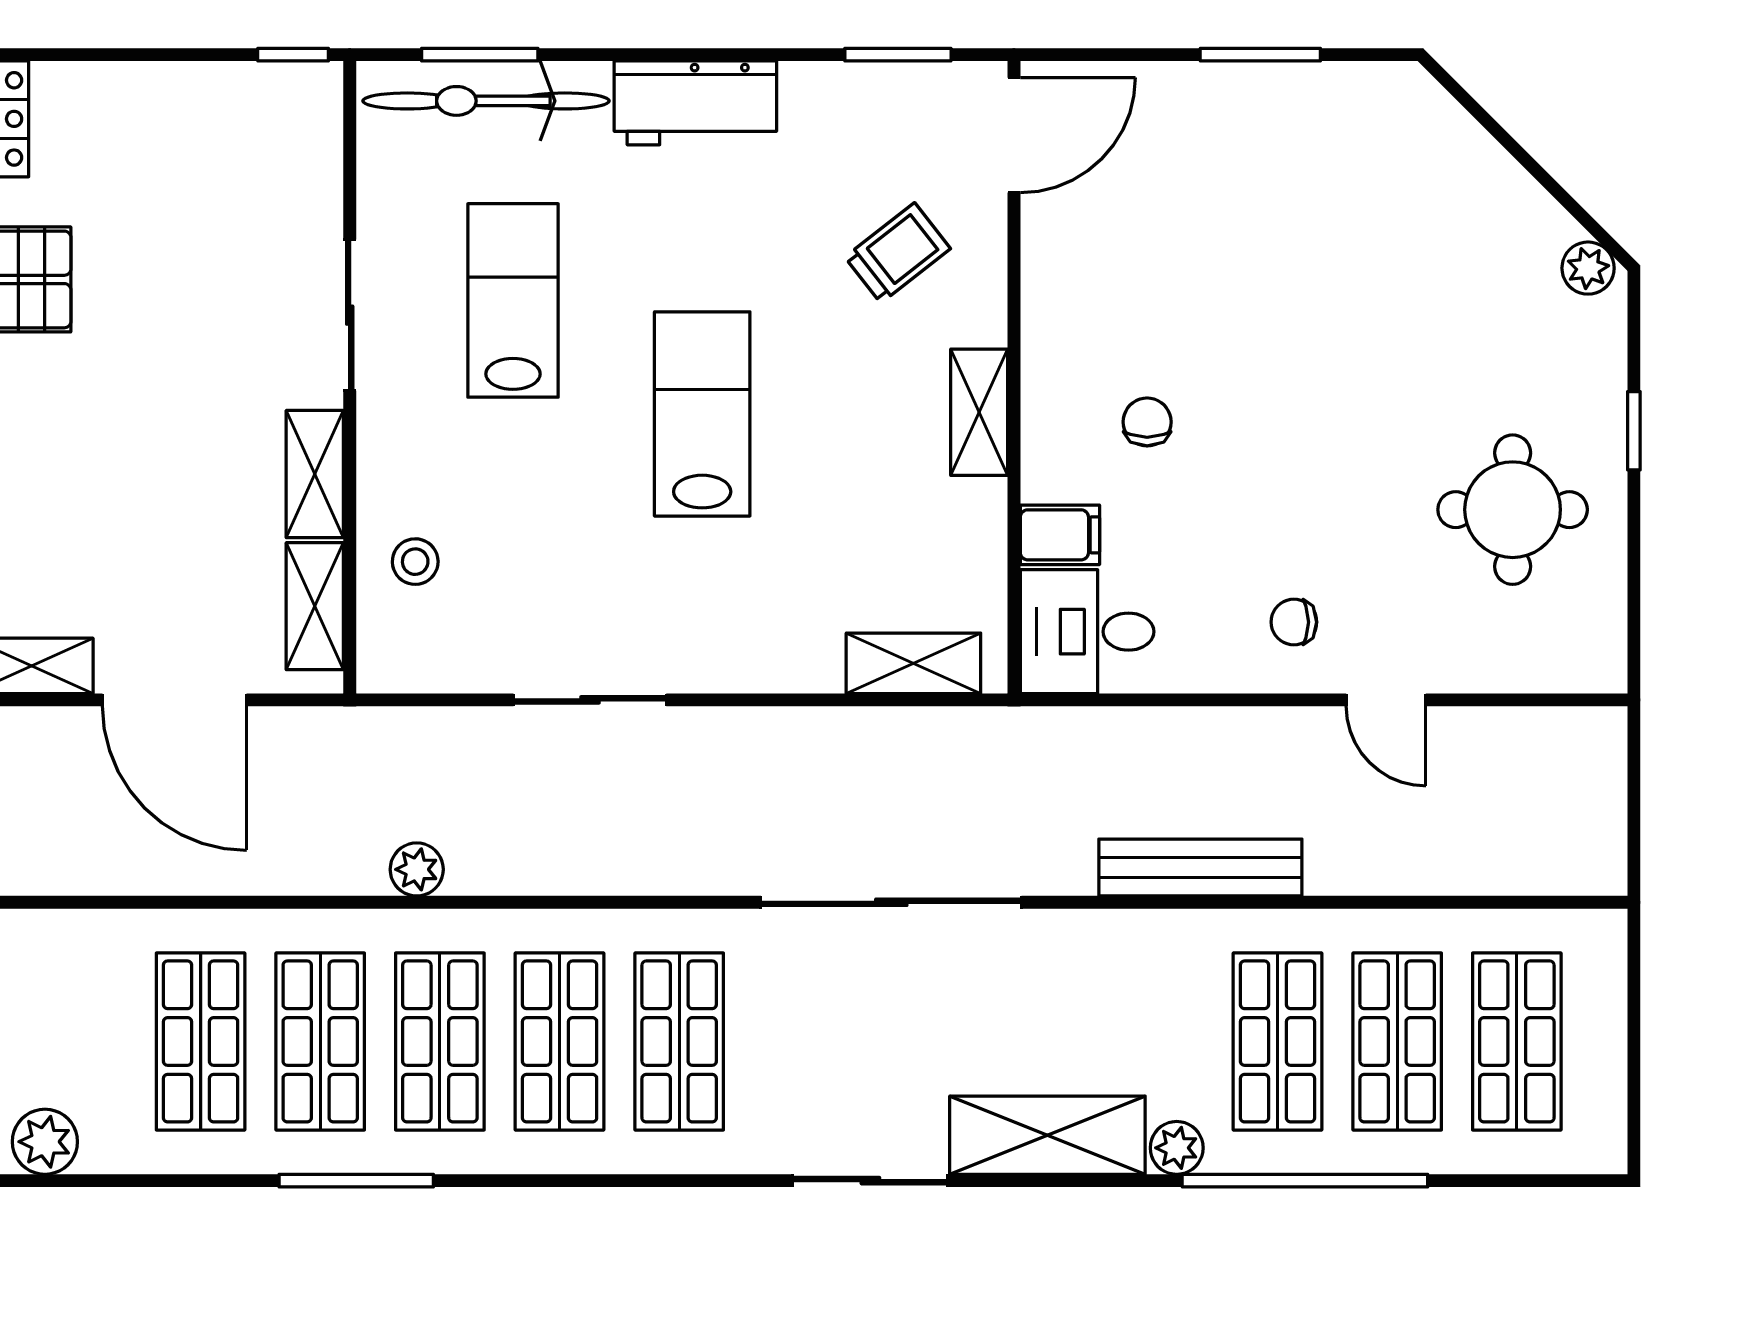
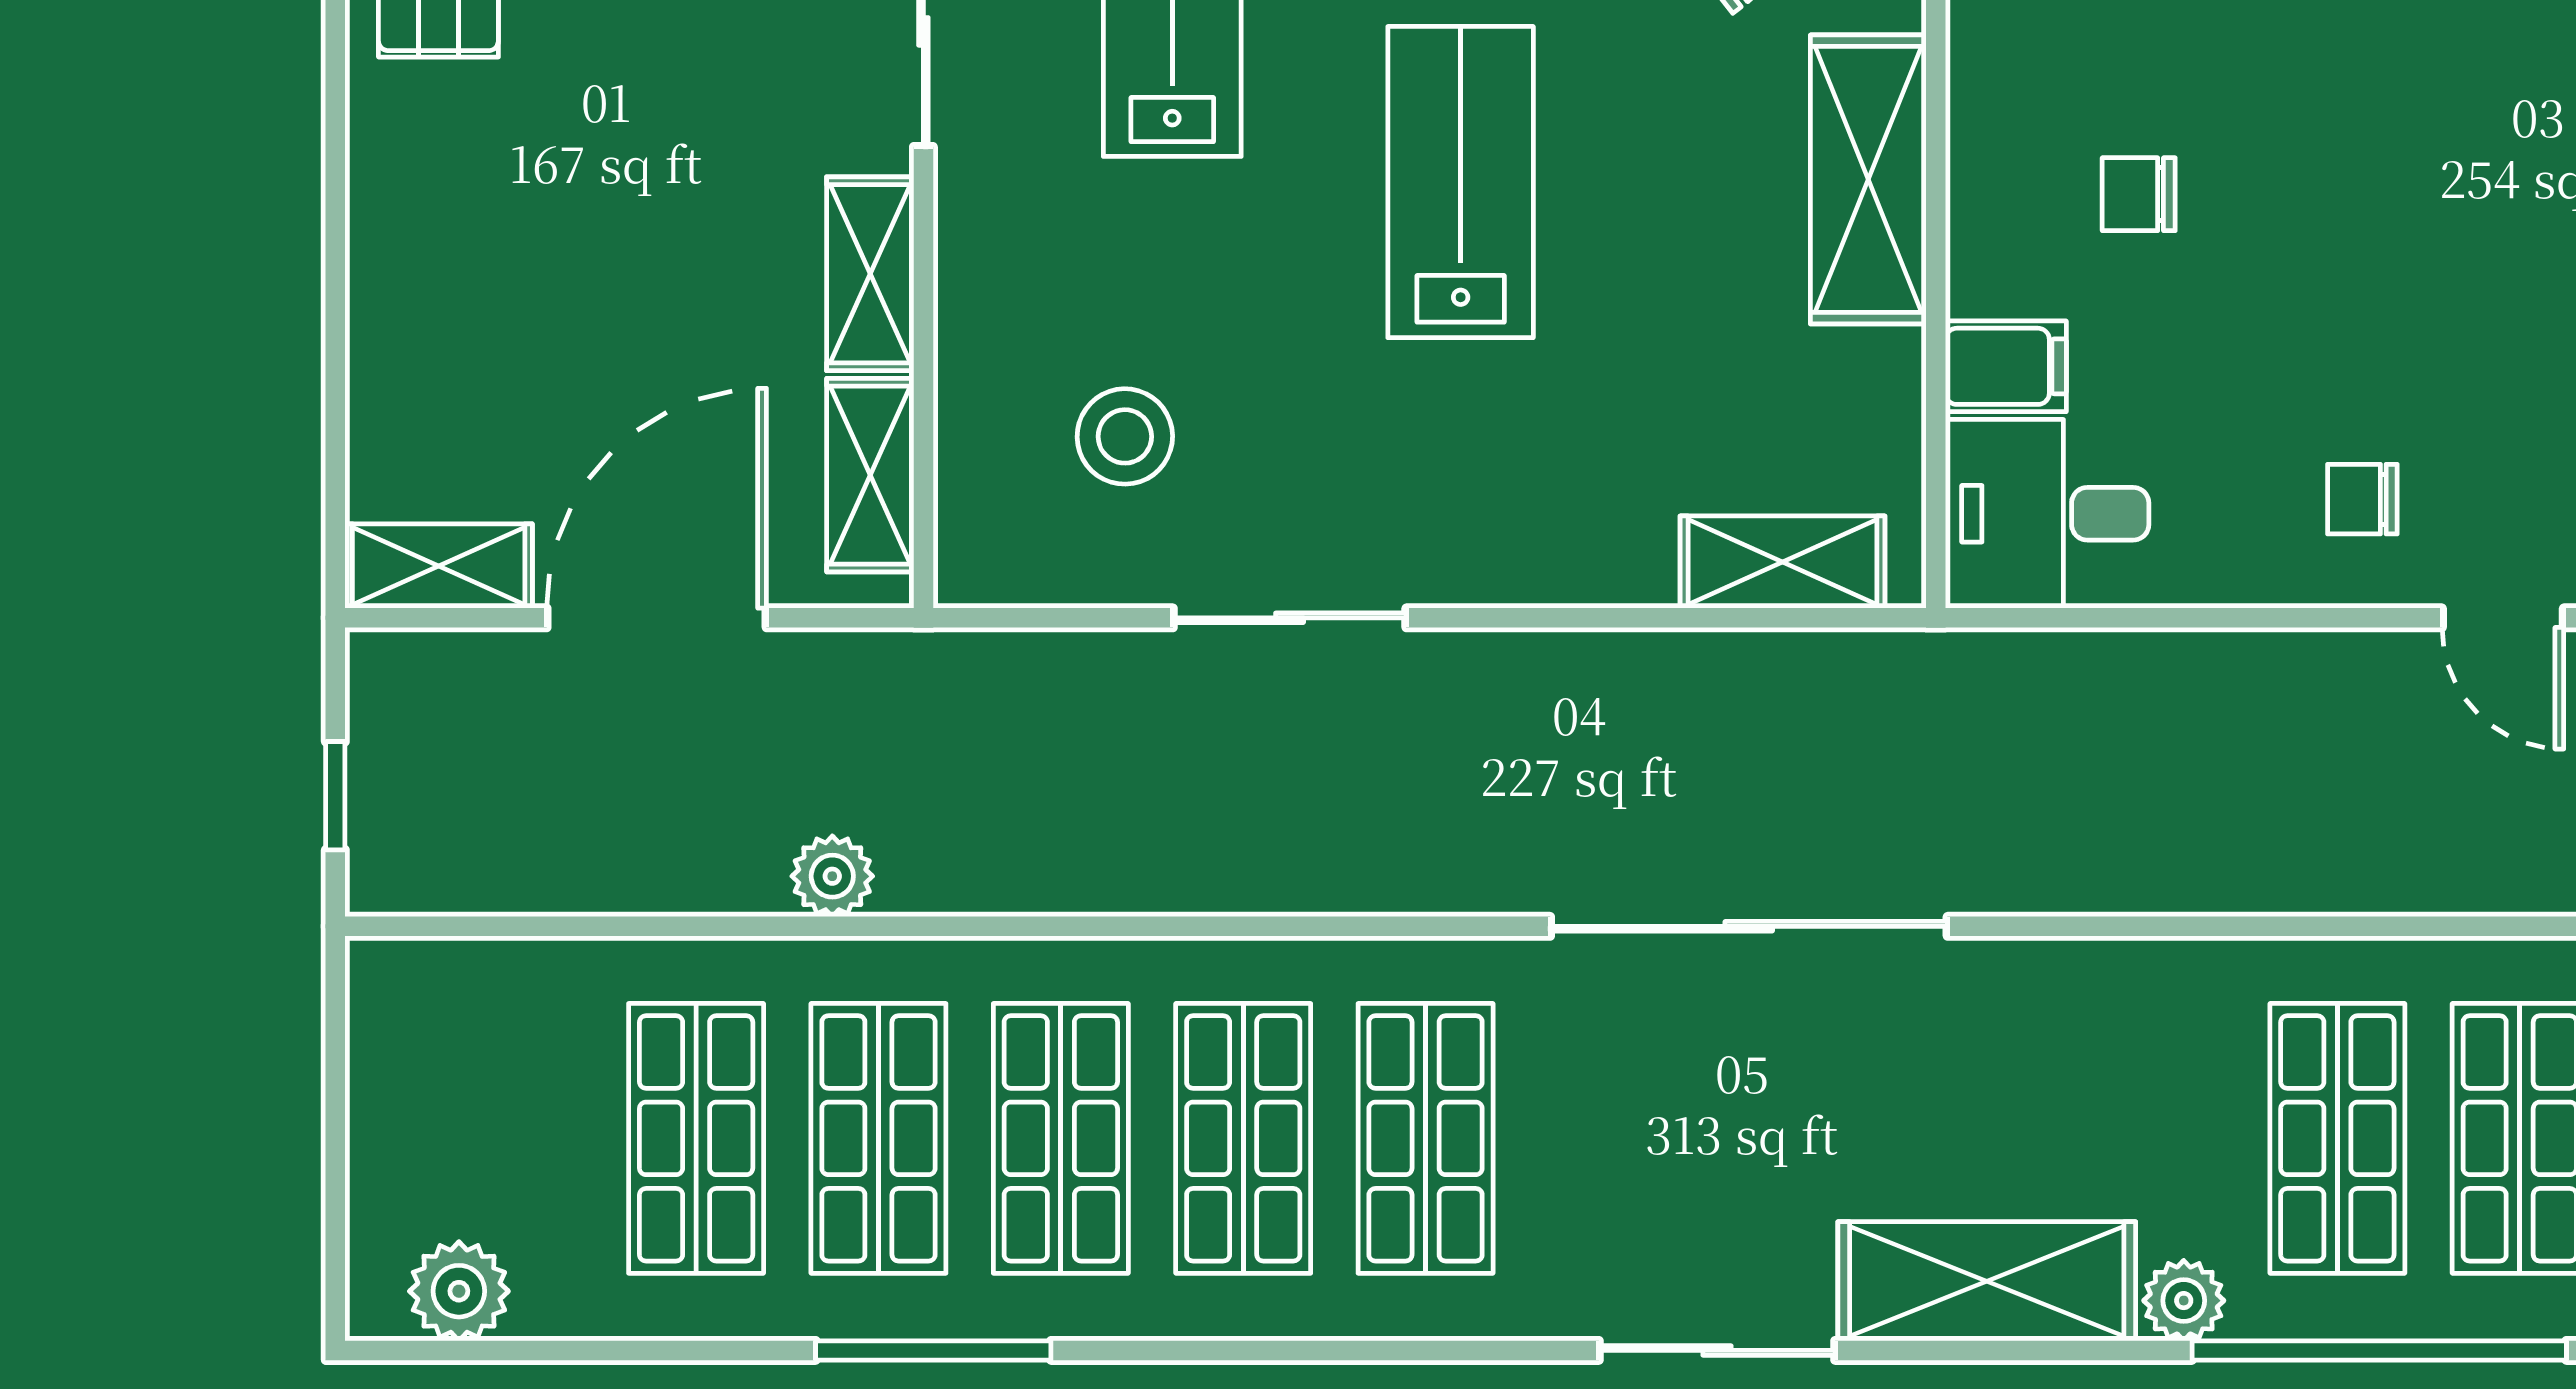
shelving: (979, 412) -> (1868, 179), width x1.50, depth x1.33
chair: (1147, 422) -> (2139, 194), turned -90
stool: (415, 562) -> (1125, 436), moved, width x1.37, depth x1.37
door: (175, 700) -> (657, 618), swing flipped
bench: (1200, 868) -> (2220, 873), removed
plant: (417, 869) -> (832, 876), moved

